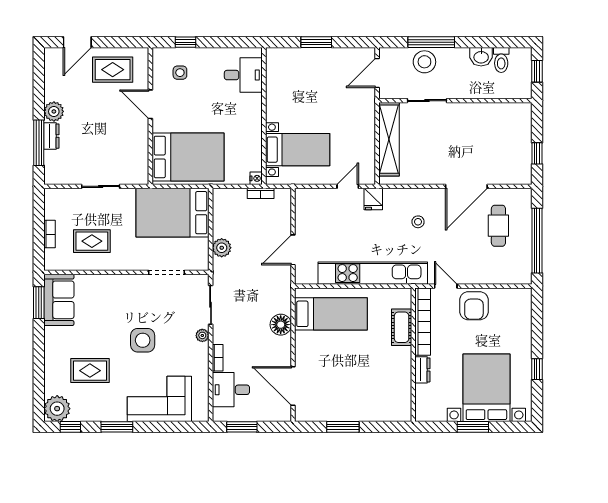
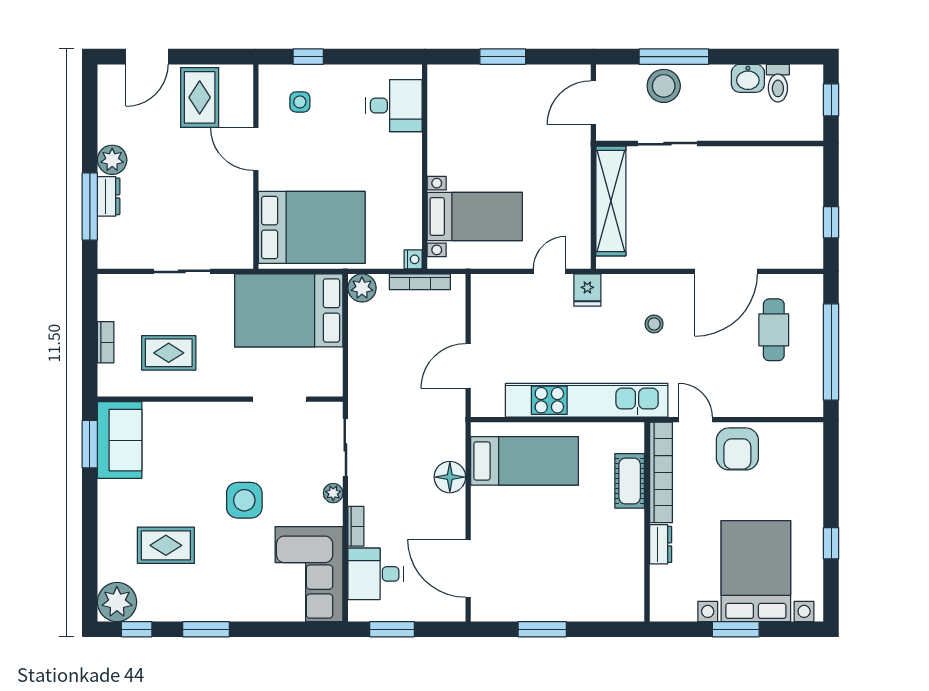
rug: (113, 70) -> (200, 97), turned 90
bookcase: (261, 193) -> (420, 282), width x1.56
plant: (222, 248) -> (362, 288), moved
corner sofa: (159, 399) -> (309, 574), moved, turned -90

